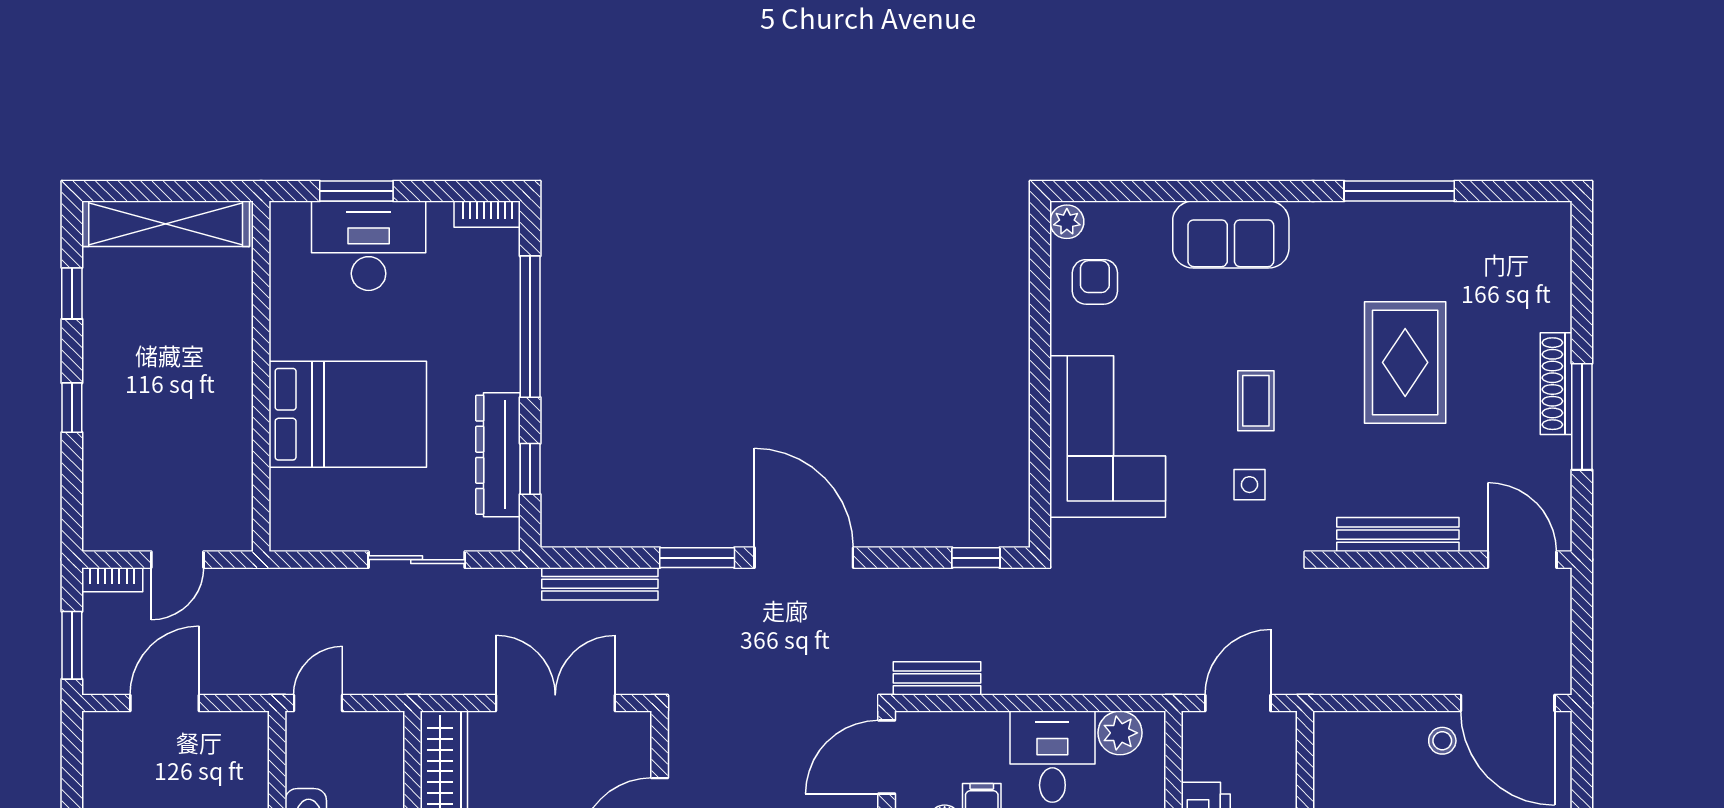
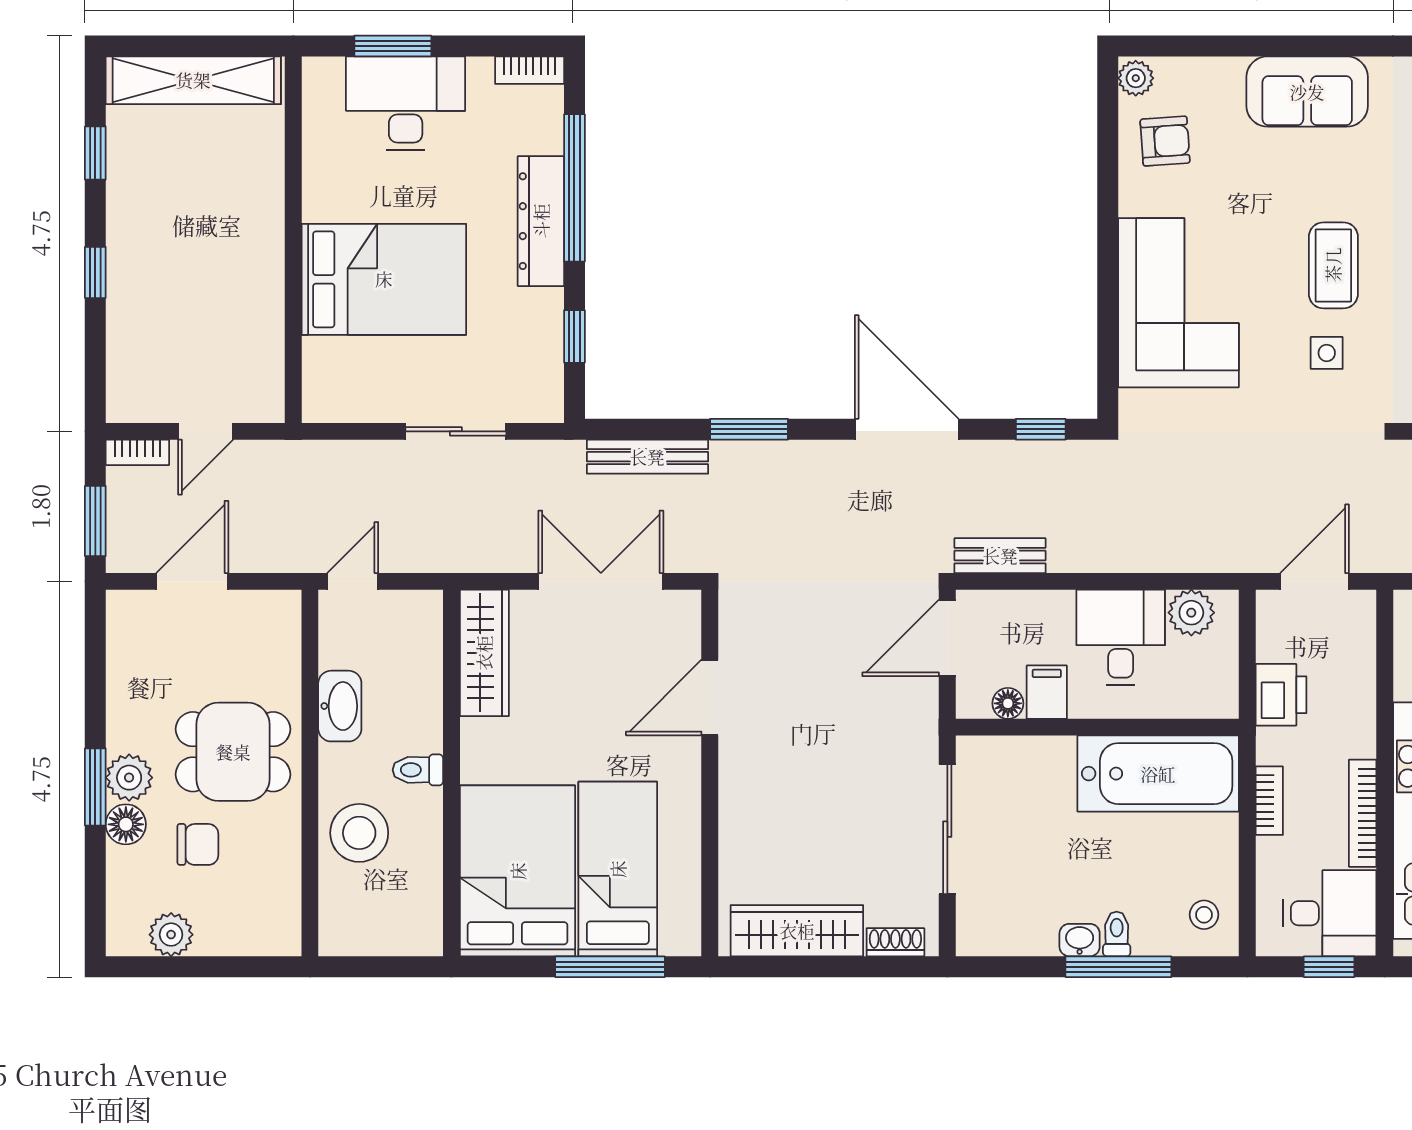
armchair: (1095, 282) -> (1165, 141), turned 86
coffee table: (1256, 401) -> (1333, 265), width x1.36, depth x1.30
dresser: (498, 455) -> (541, 221), moved
door: (804, 558) -> (907, 429), moved

